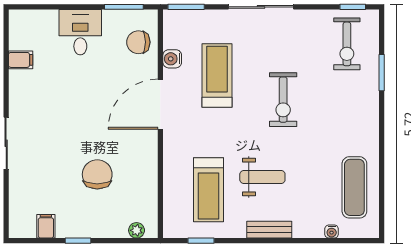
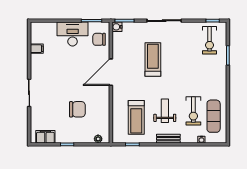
desk: (80, 32) -> (73, 34), width x1.37
water cooler: (172, 59) -> (117, 27), moved
treadmill: (217, 75) -> (153, 60), moved
exercise bike: (283, 100) -> (193, 111), moved
chair: (97, 174) -> (77, 109), turned 90
weight bench: (262, 177) -> (165, 111), turned -90
filing cabinet: (46, 226) -> (45, 137), width x2.00

